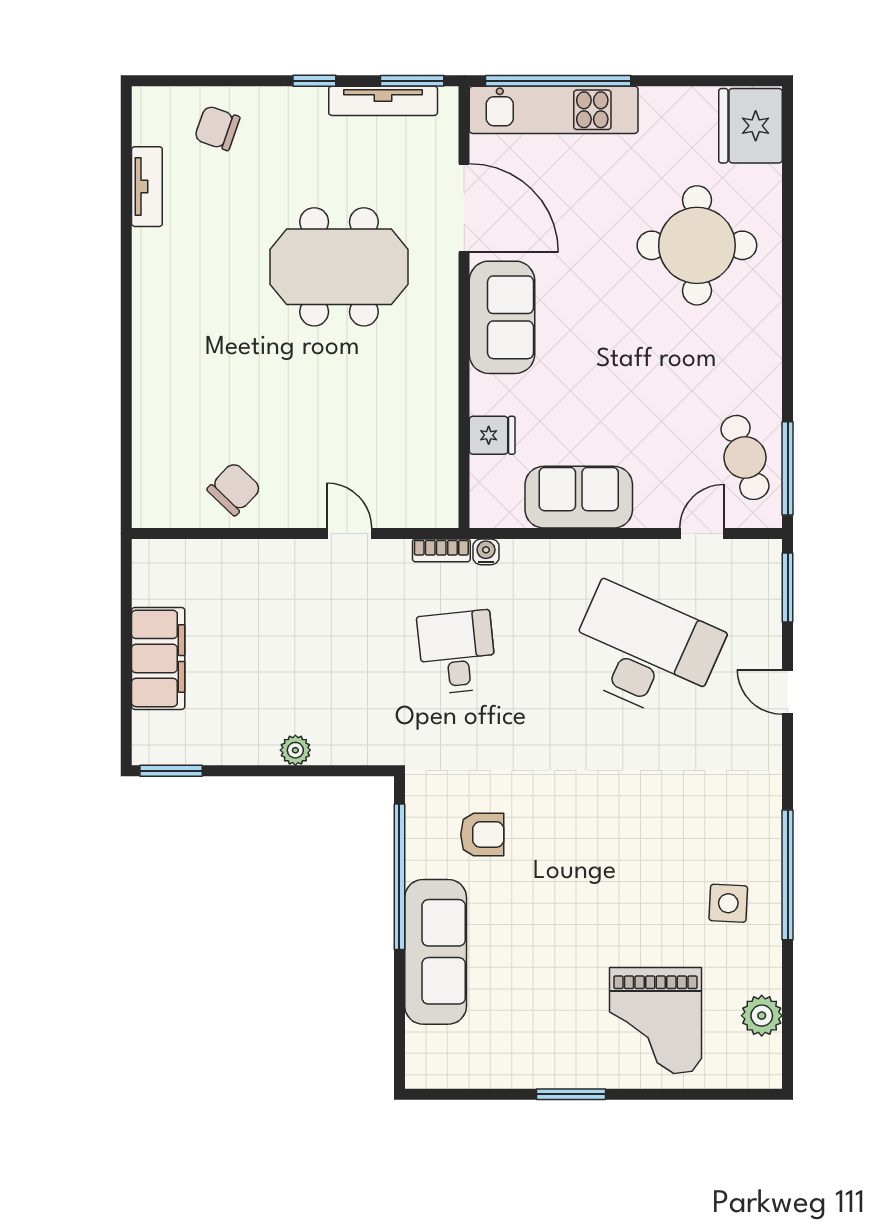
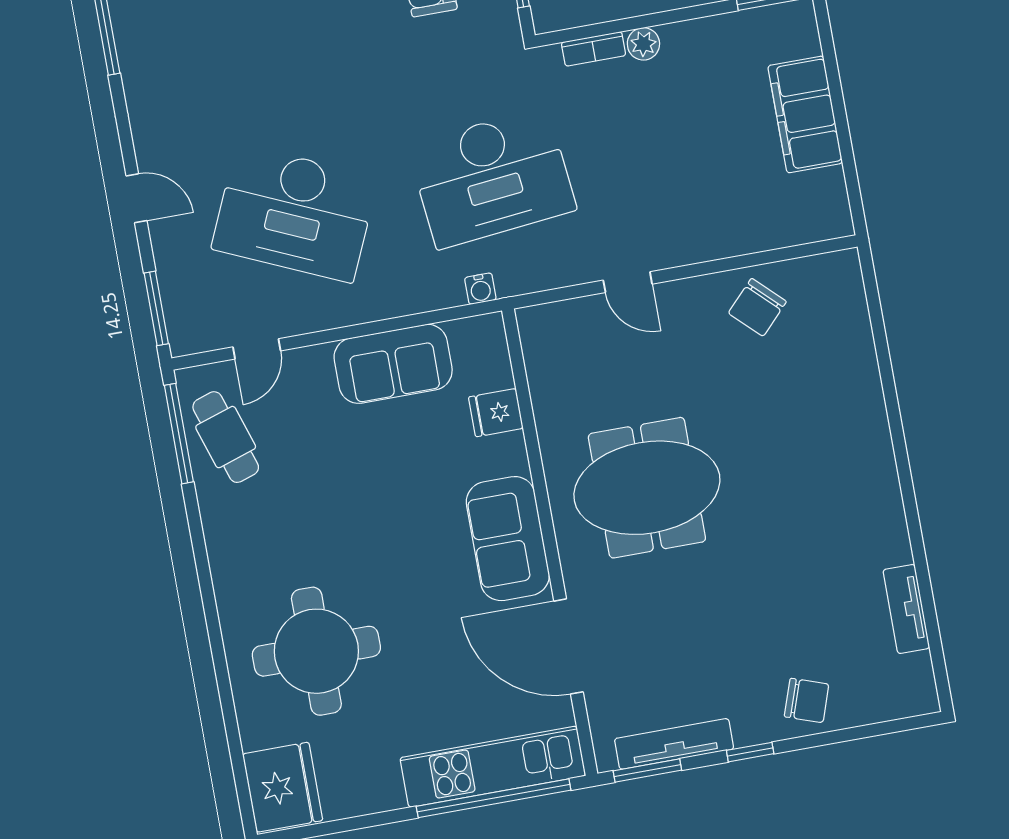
chair: (217, 128) -> (807, 700), moved
meeting table: (339, 267) -> (647, 488), moved
bookcase: (441, 550) -> (594, 49), moved, turned 180
desk: (457, 652) -> (492, 178), width x1.87, depth x1.30

